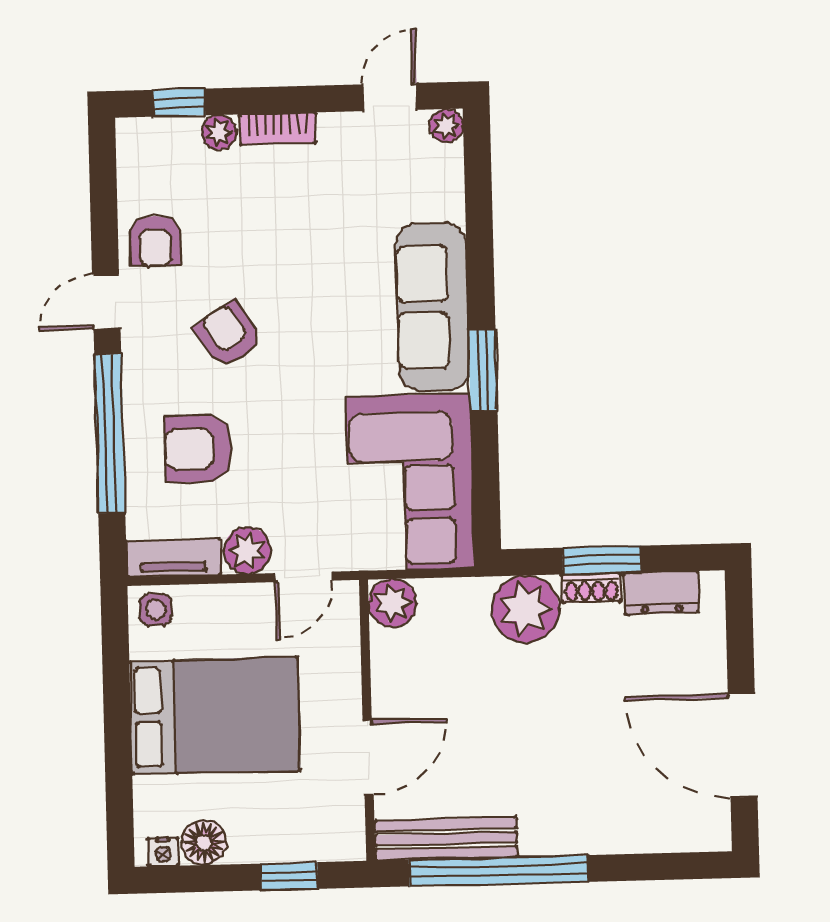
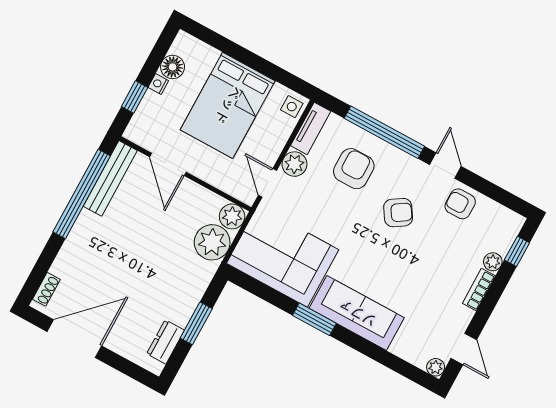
shoe rack: (592, 588) -> (46, 289), moved, turned 180
plant: (526, 609) -> (212, 242), moved
nightstand: (163, 852) -> (158, 84), moved

